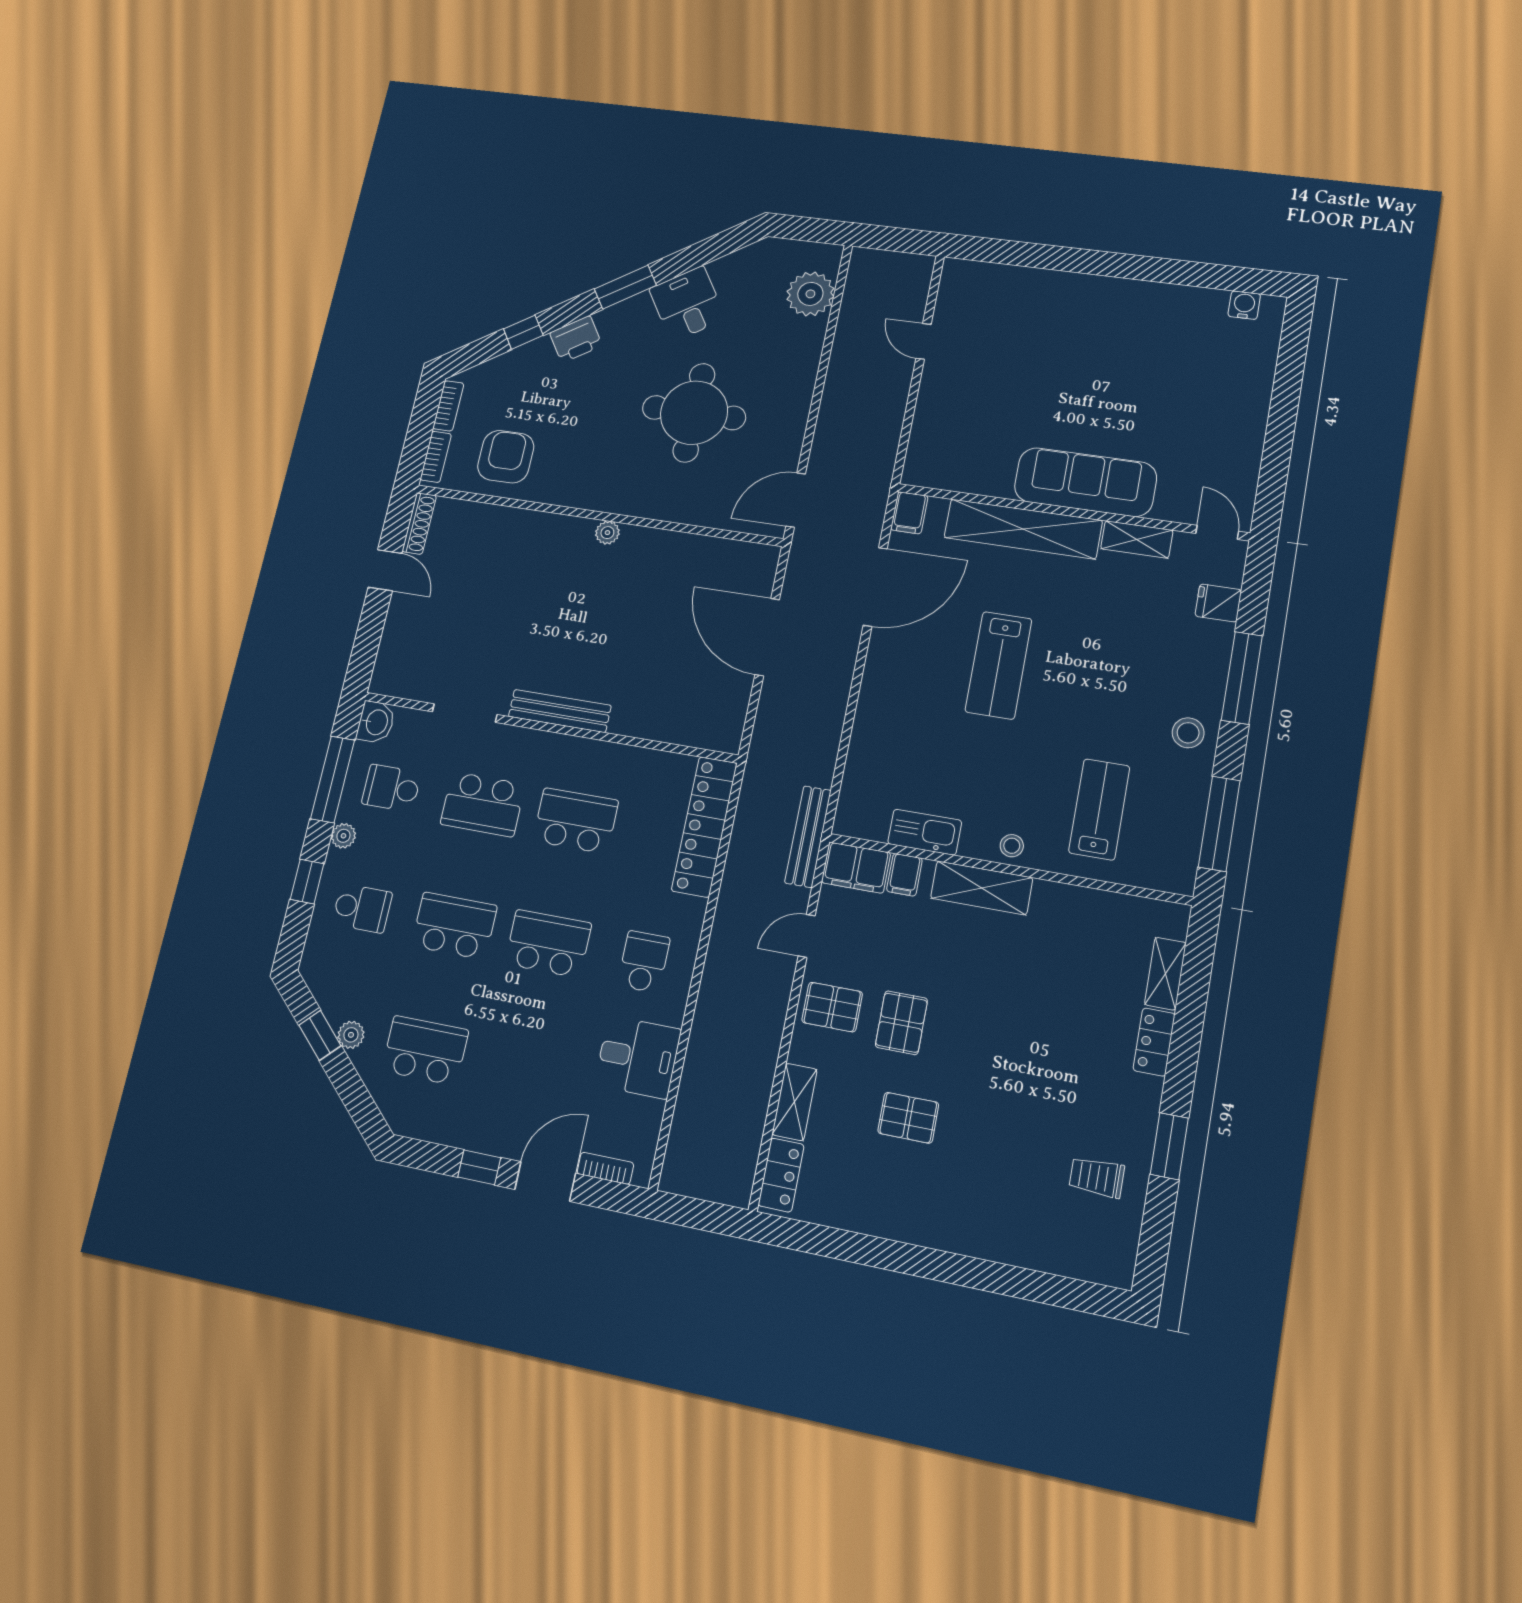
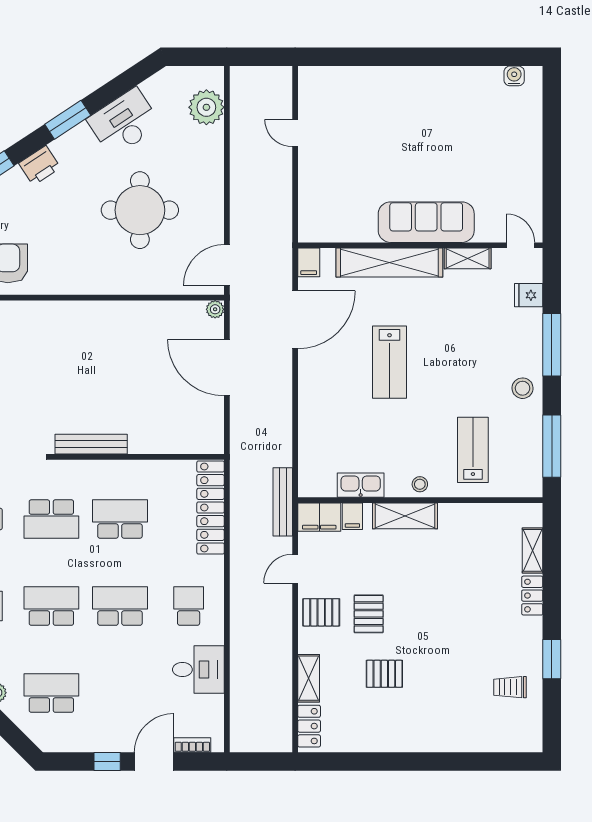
desk: (687, 304) -> (124, 122), width x1.37
plant: (607, 533) -> (215, 309), moved

